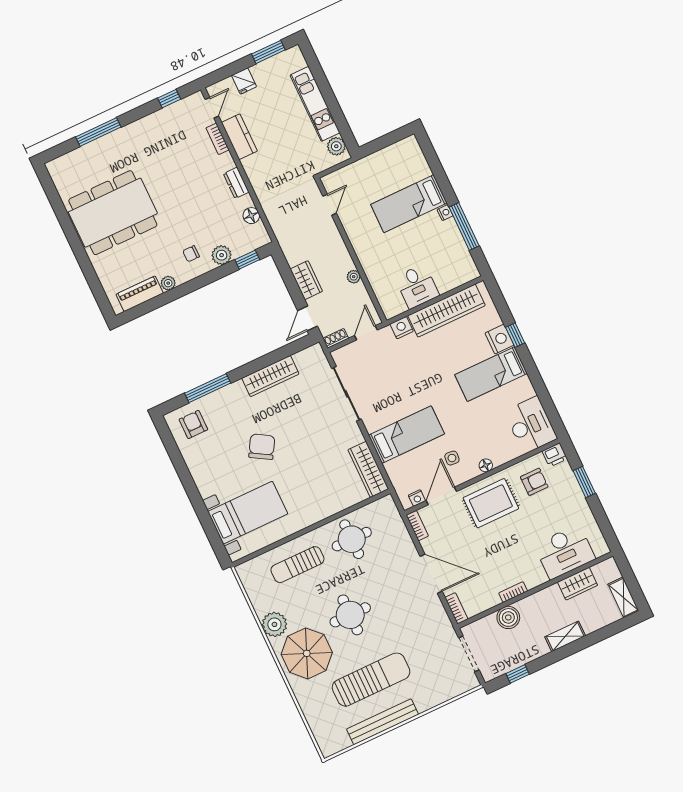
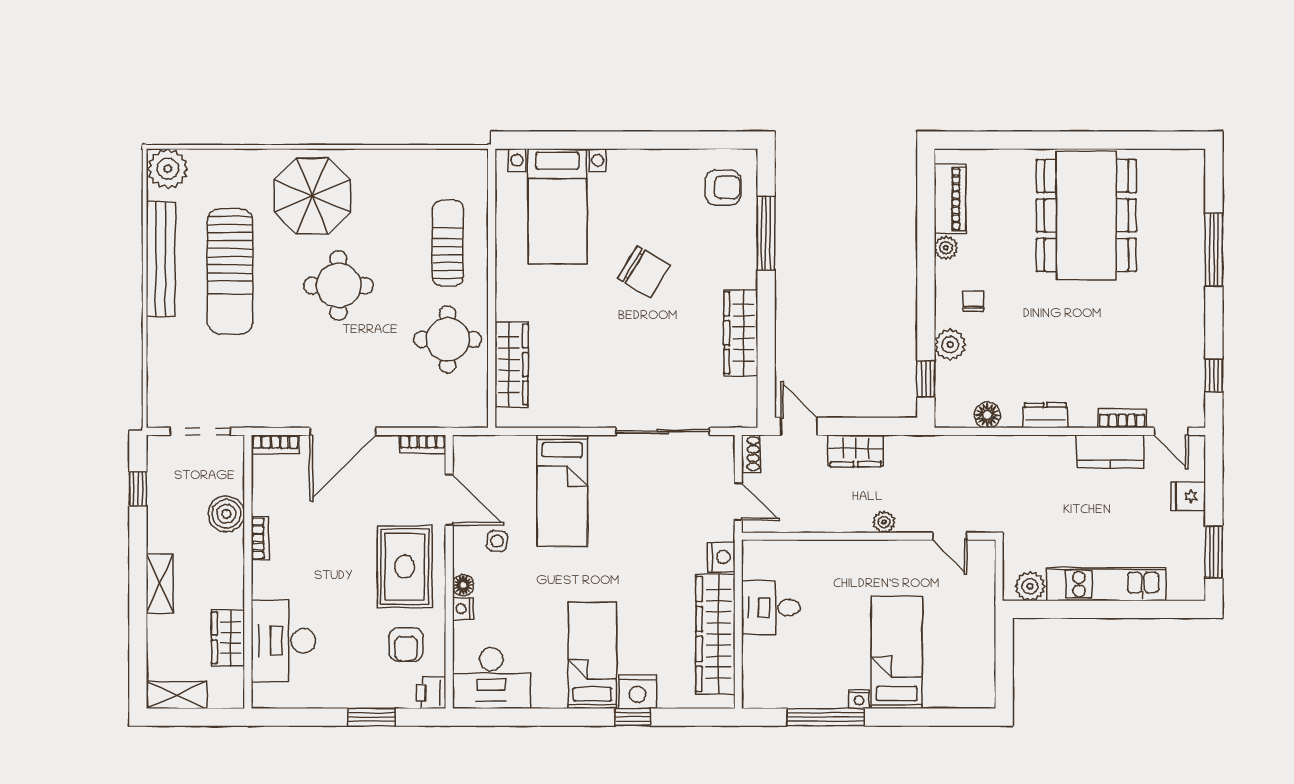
plant: (354, 277) -> (884, 522), moved
wardrobe: (368, 469) -> (512, 365), moved, turned 90
nightstand: (417, 498) -> (463, 609), moved
plant: (274, 624) -> (168, 169), moved

